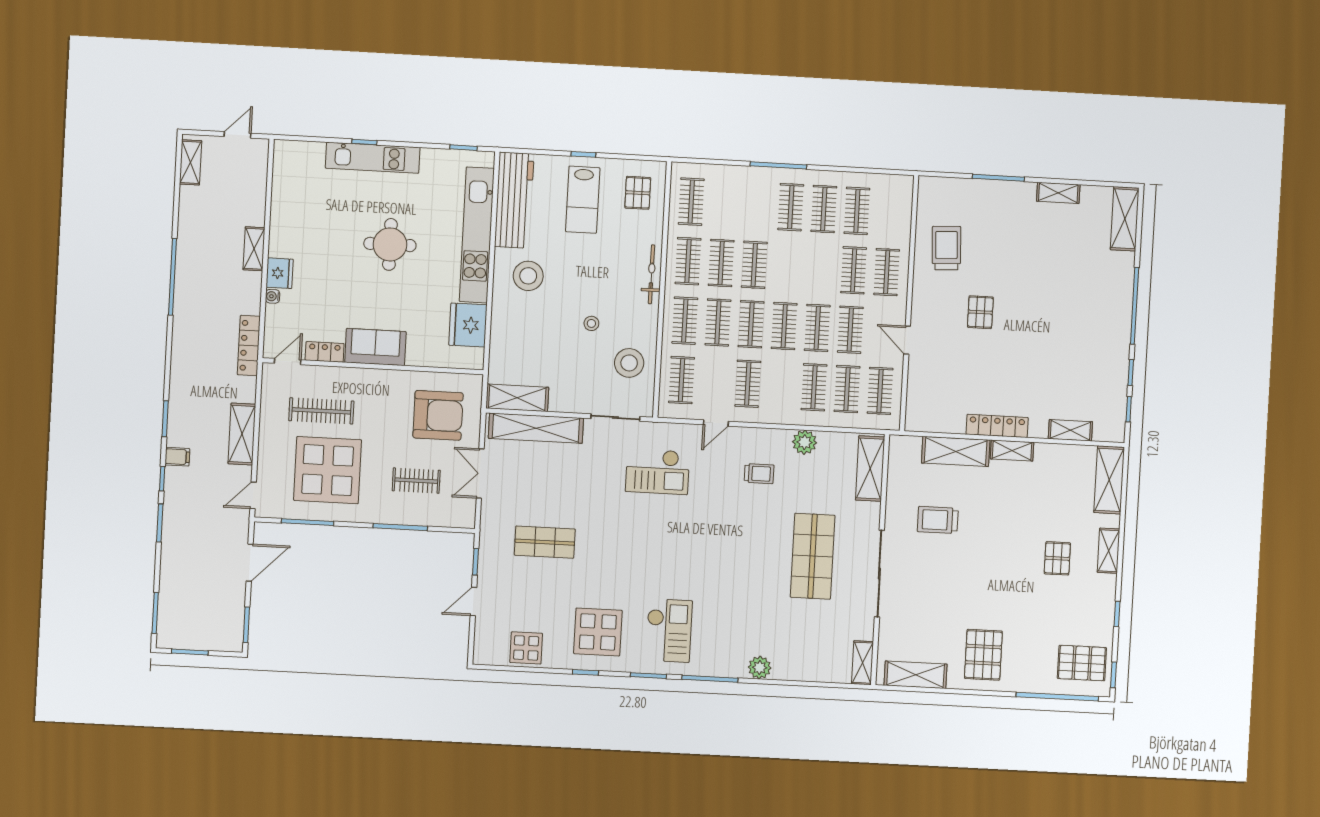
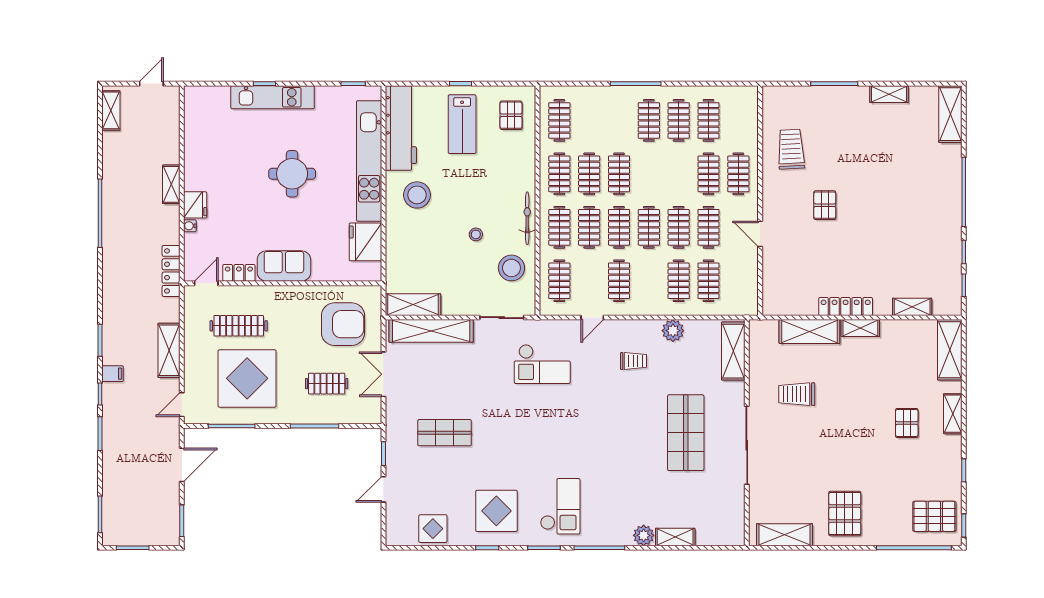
bicycle: (651, 274) -> (527, 218), moved
clothes rail: (880, 391) -> (738, 281), removed
shelving: (863, 663) -> (675, 537), moved, turned 90

